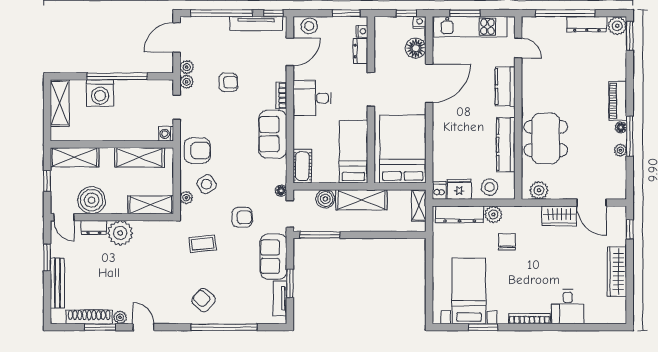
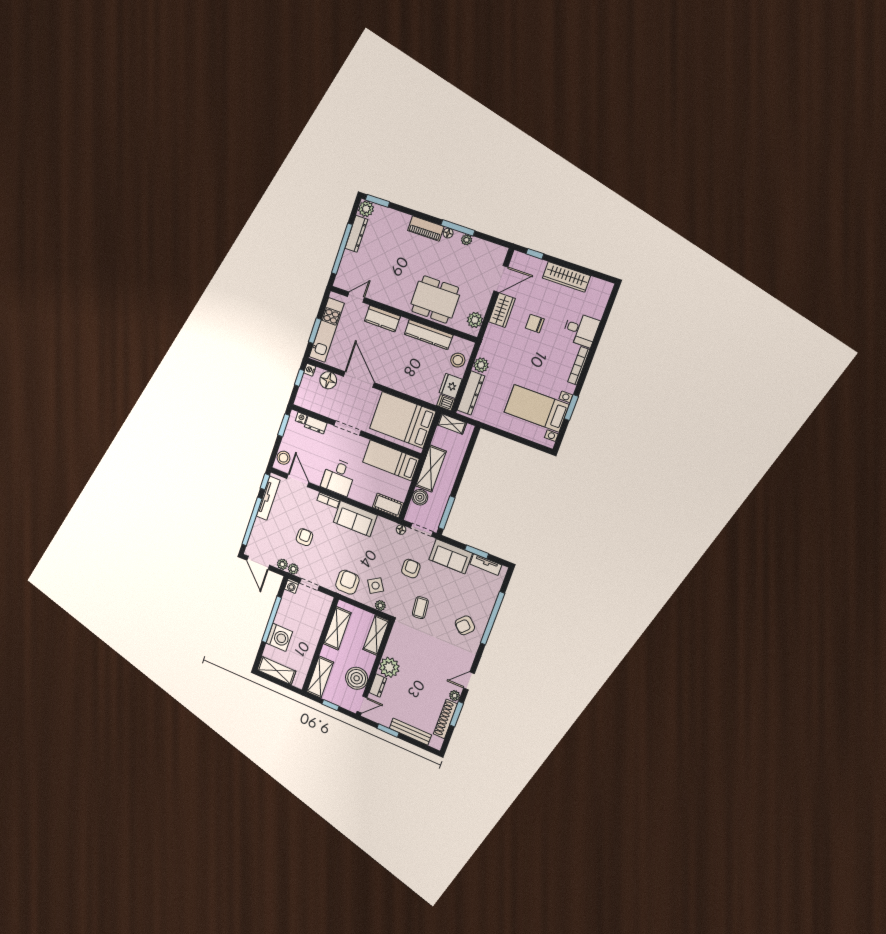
washing machine: (166, 134) -> (292, 586), moved
chair: (507, 242) -> (535, 324), moved

